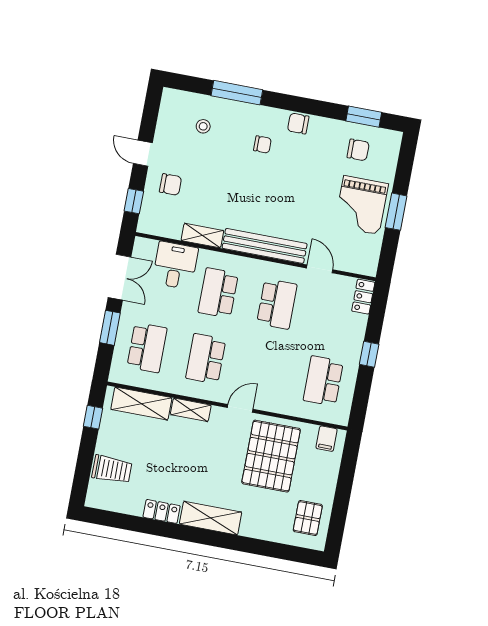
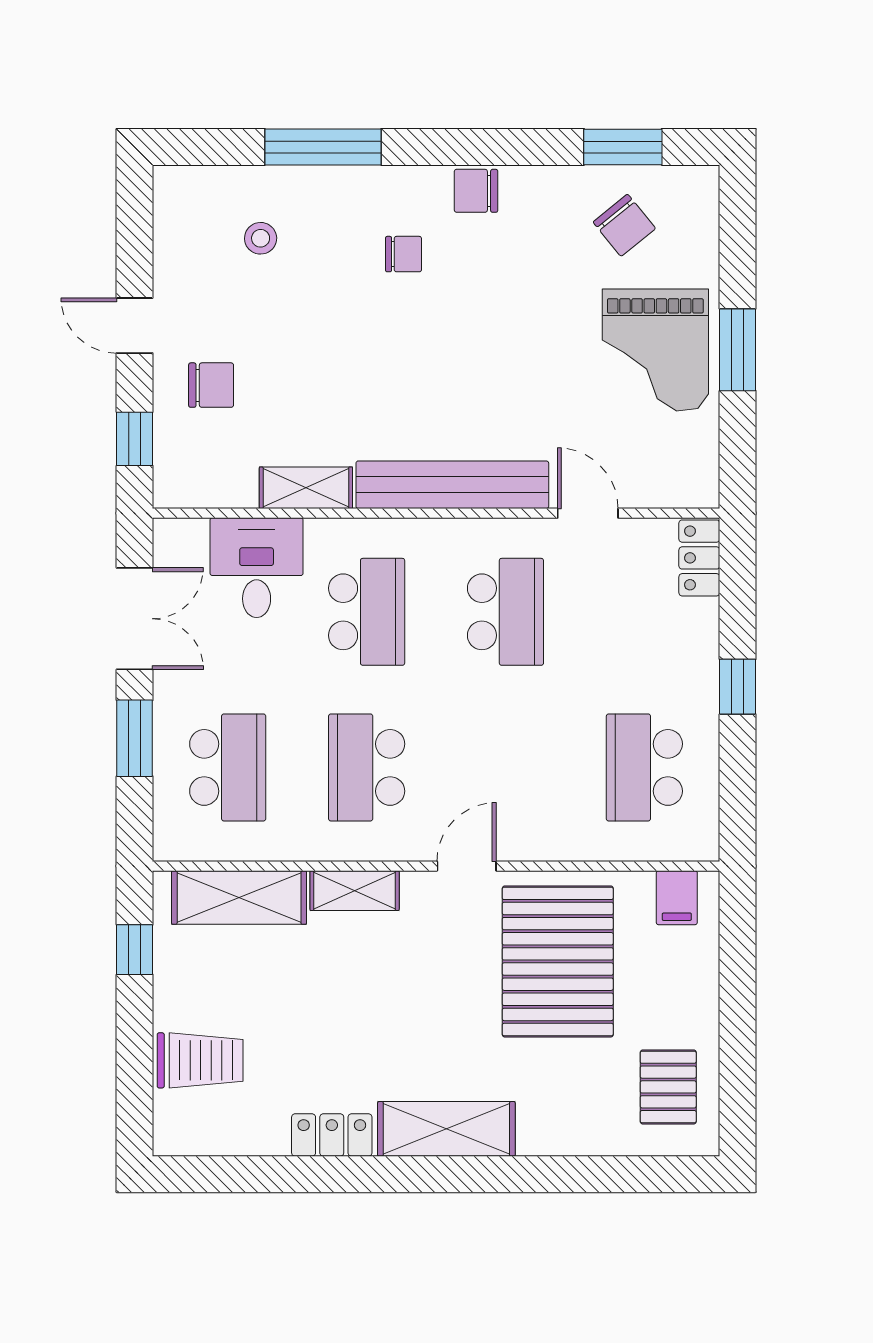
chair: (358, 150) -> (624, 225), turned 51
school desk: (218, 293) -> (367, 612), turned 180

